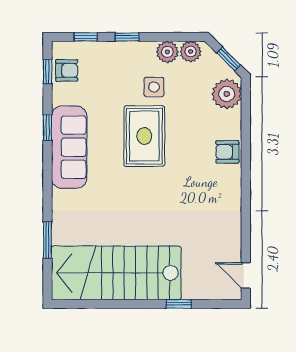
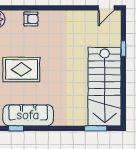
armchair: (227, 152) -> (31, 19), turned -90
window: (47, 240) -> (96, 128), moved

